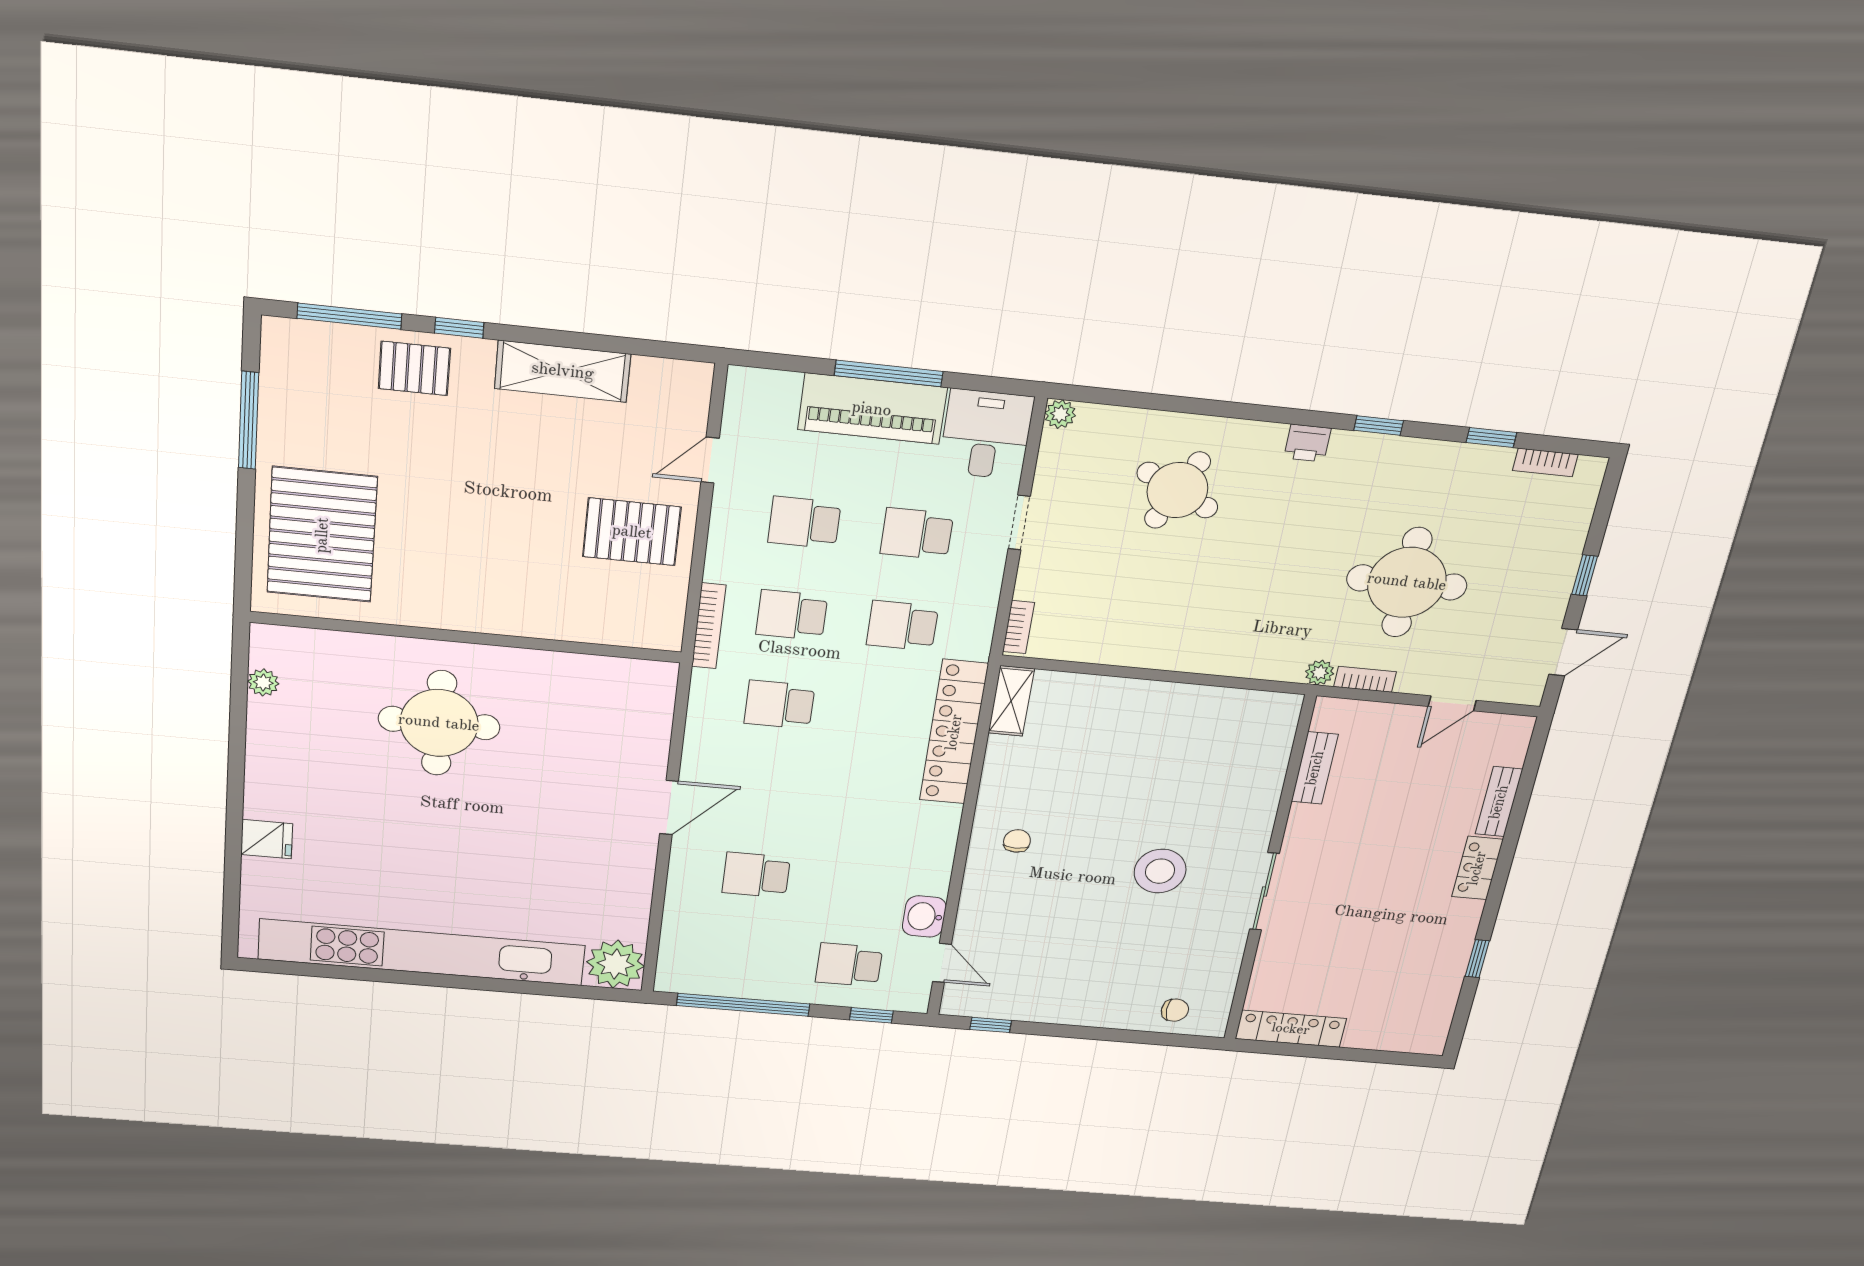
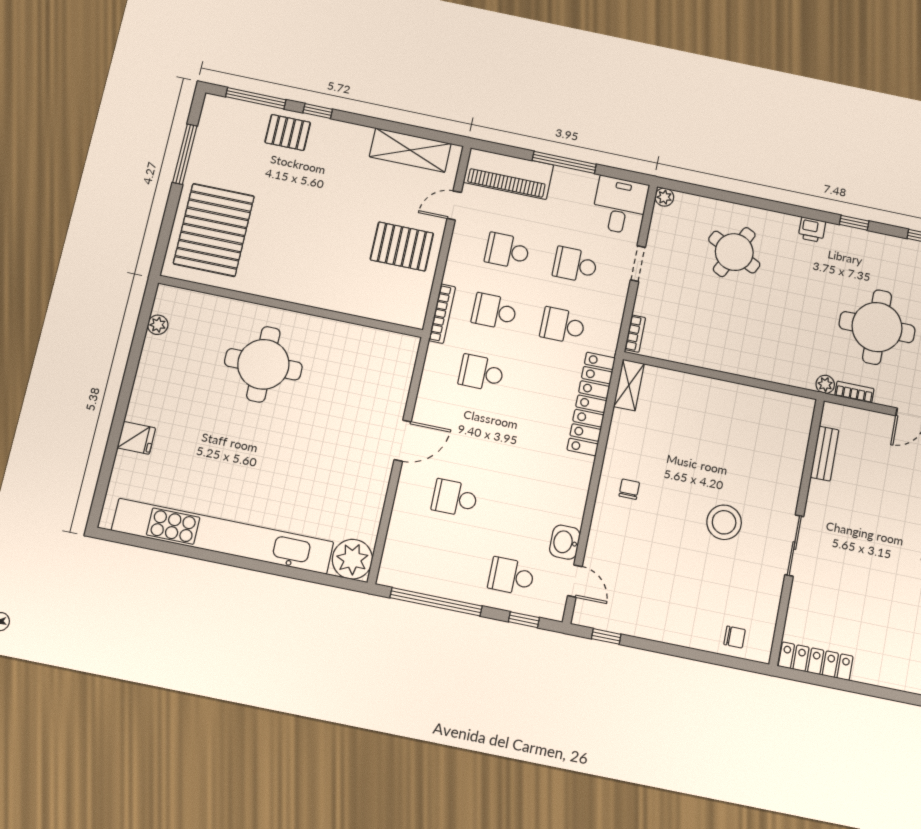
shelving: (563, 371) -> (410, 150), moved
piano: (872, 409) -> (508, 174), moved

